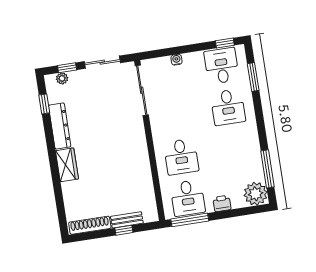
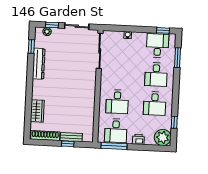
desk: (234, 148) -> (155, 104), added
wardrobe: (67, 165) -> (37, 111), moved
window: (268, 169) -> (174, 122), width x0.46

